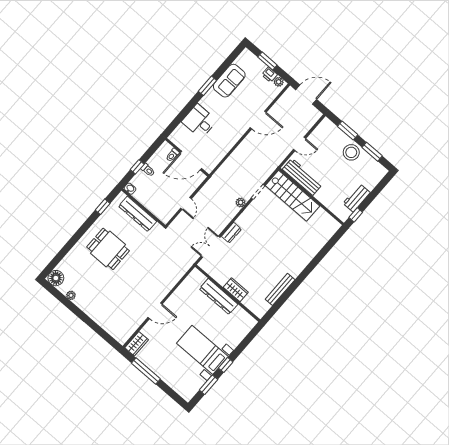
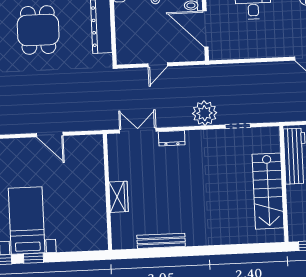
stairs: (293, 196) -> (268, 191), moved
plant: (241, 202) -> (205, 113), width x1.88, depth x1.88
dresser: (219, 296) -> (96, 186), removed
door: (155, 311) -> (50, 135), moved

